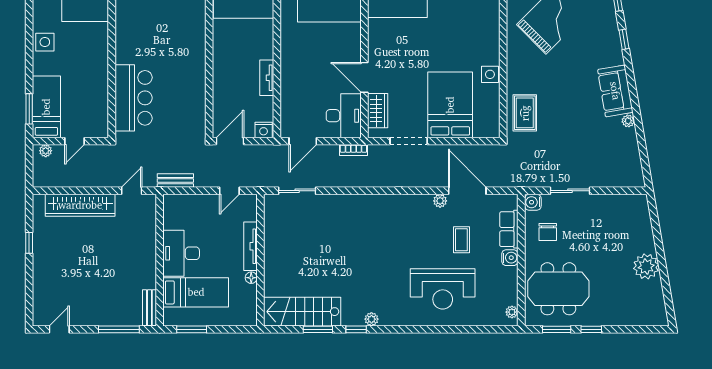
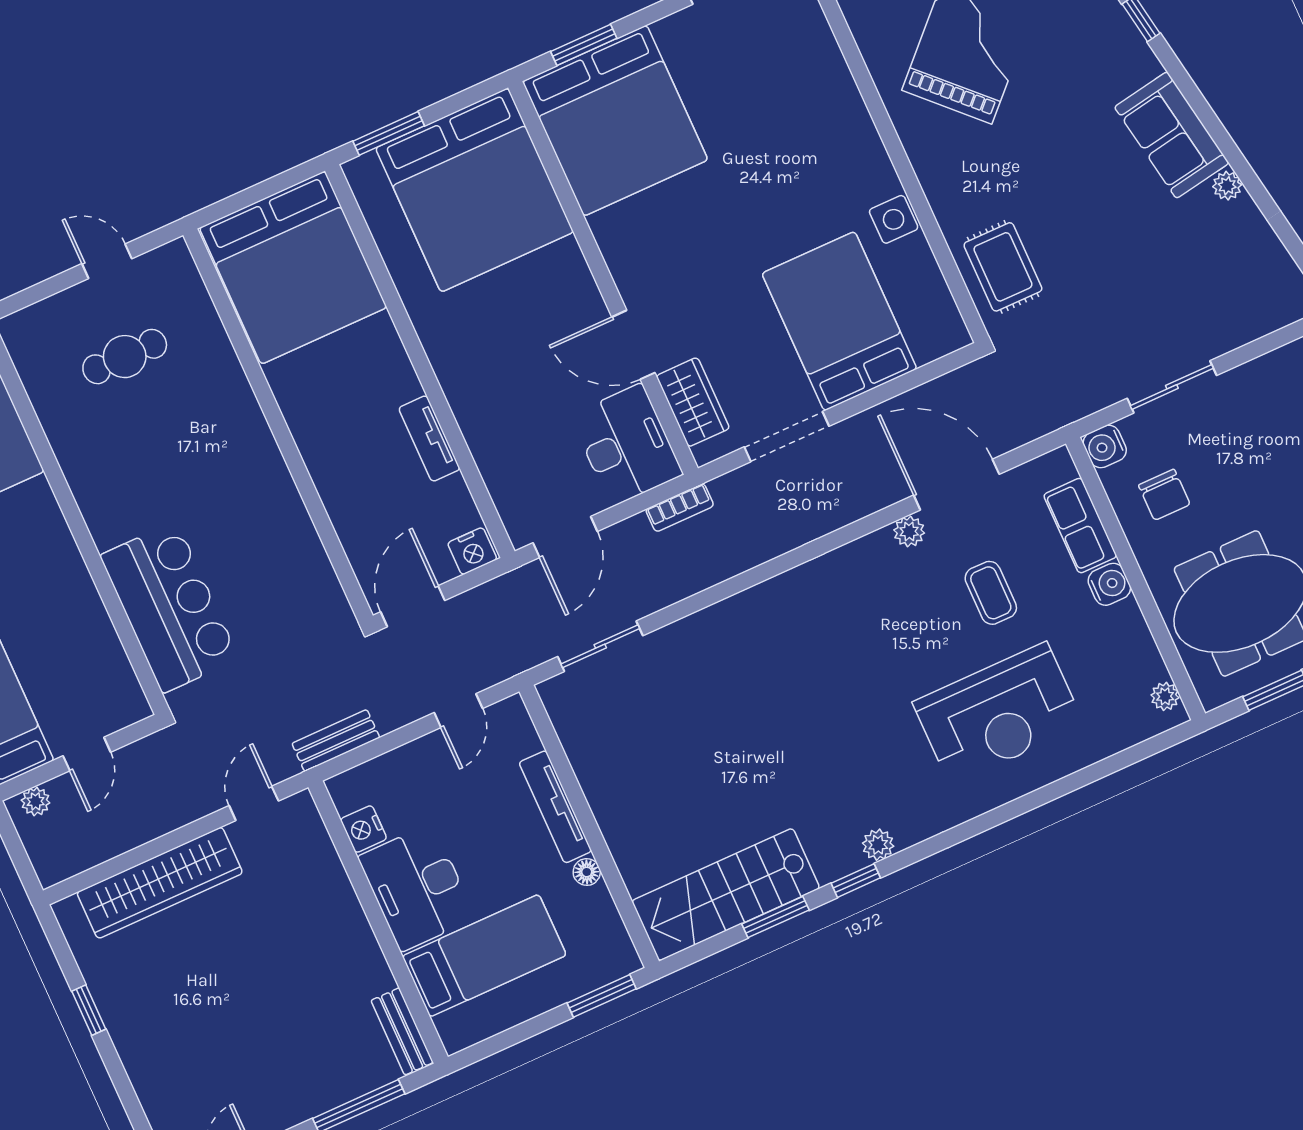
nightstand: (171, 221) -> (364, 829), added
window: (192, 329) -> (602, 996), moved

